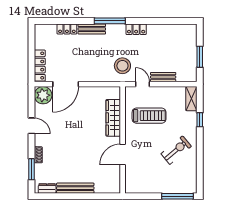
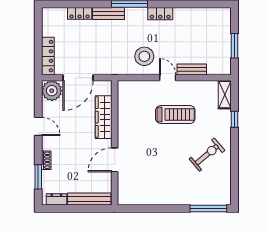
wardrobe: (113, 118) -> (104, 117), moved
wall: (123, 140) -> (115, 143), moved
door: (123, 155) -> (115, 160), moved

